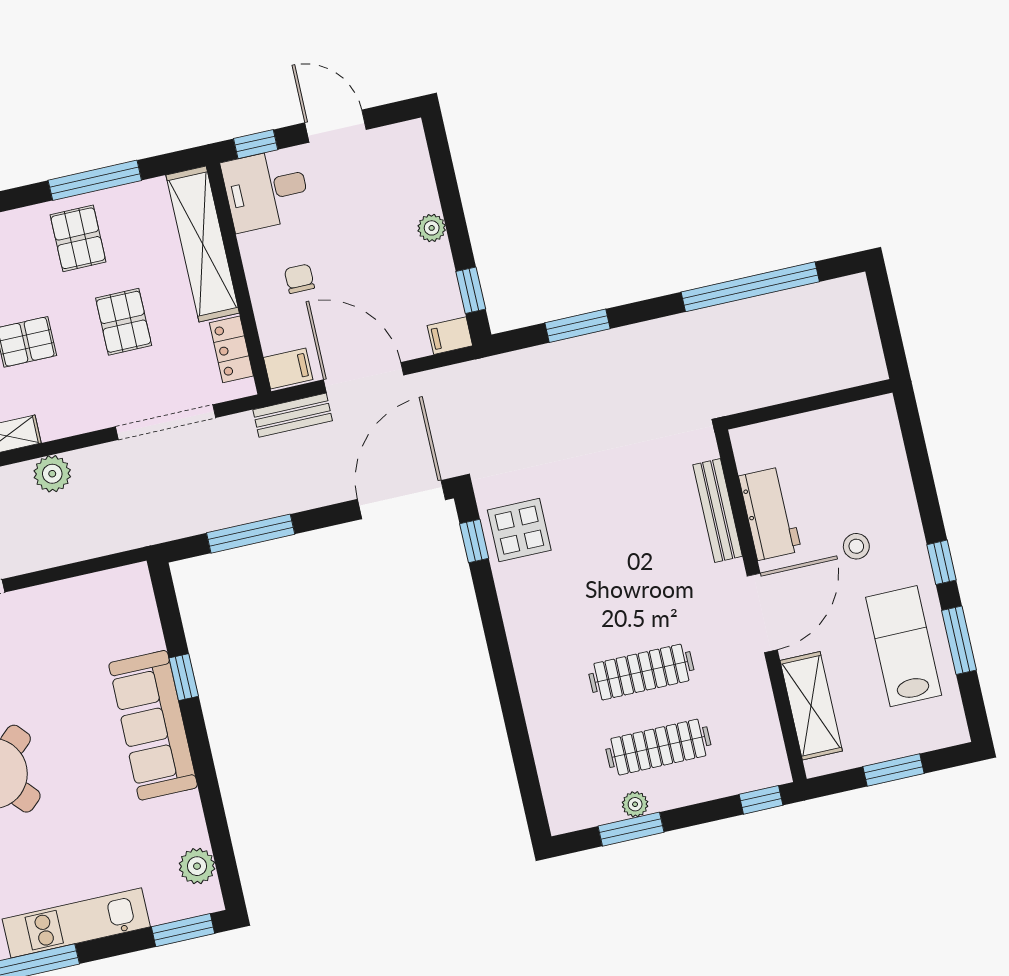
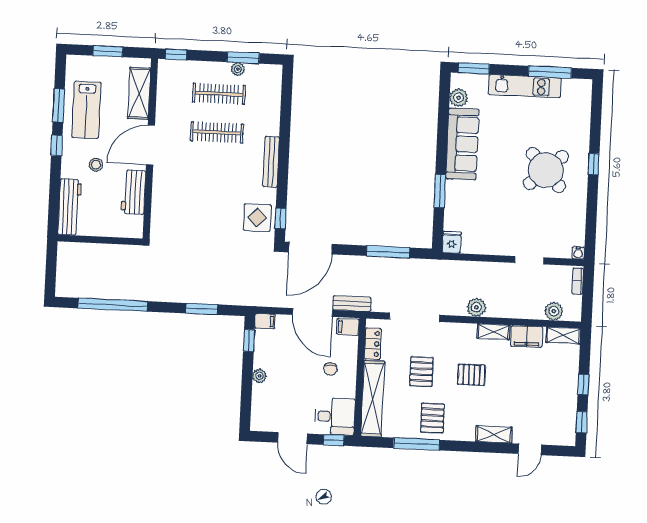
workbench: (884, 451) -> (70, 207), added
bench: (718, 510) -> (271, 162), moved
fridge: (134, 585) -> (452, 242), added
window: (184, 677) -> (440, 191), width x1.50
sofa: (153, 725) -> (462, 144), moved

